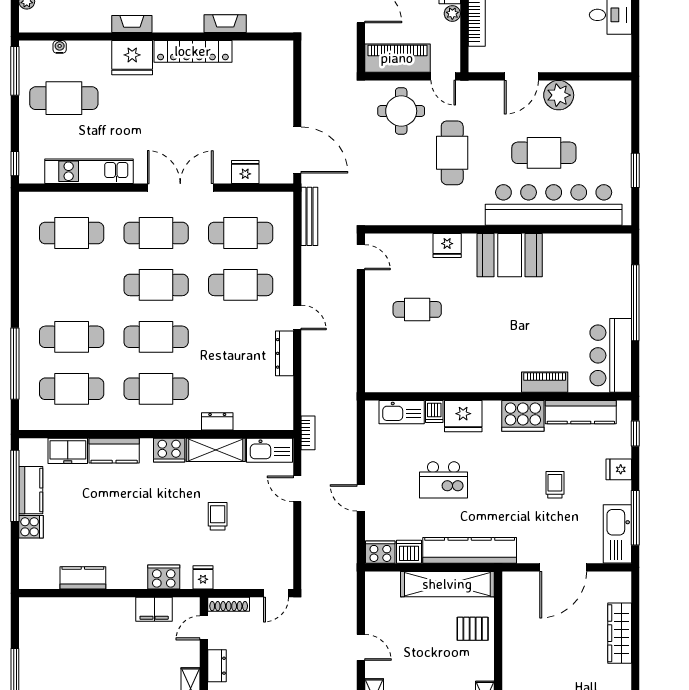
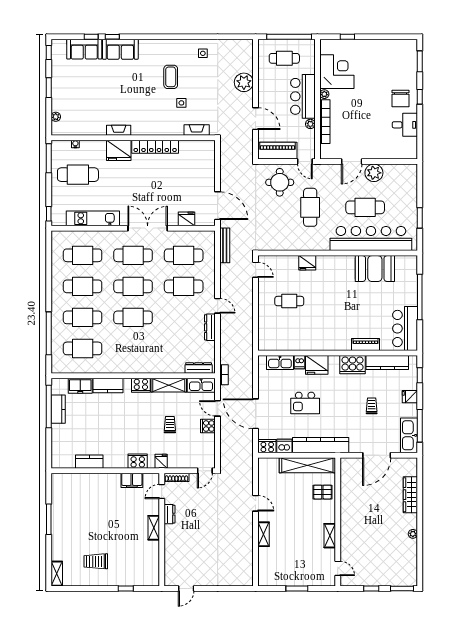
fireplace: (225, 24) -> (197, 130), moved
booth: (510, 255) -> (375, 269), moved
cafe table: (156, 389) -> (83, 286), moved
dresser: (217, 421) -> (199, 368), moved, width x1.44
door: (361, 498) -> (256, 414), width x1.87
cooker: (31, 527) -> (208, 426), moved, turned 180

